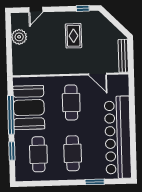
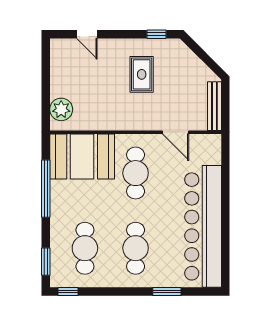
door: (36, 10) -> (87, 34), hinge flipped
plant: (19, 37) -> (61, 109), moved
booth: (29, 108) -> (82, 156), moved, turned 90
window: (12, 151) -> (46, 262), moved
window: (28, 184) -> (68, 292), added

